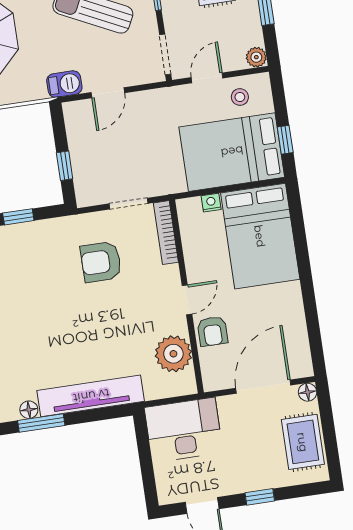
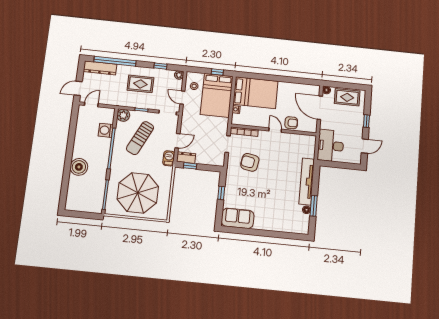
door: (108, 93) -> (177, 141), hinge flipped
dresser: (76, 121) -> (186, 158), added
window: (65, 166) -> (190, 166), moved
armchair: (101, 262) -> (250, 162), turned 100
plant: (173, 354) -> (297, 142), removed

